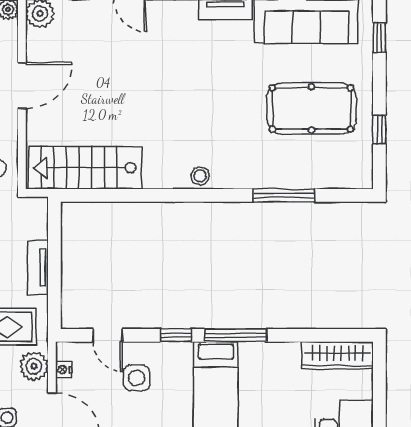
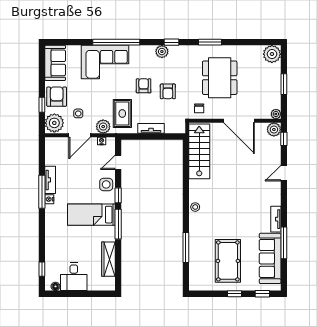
door: (22, 86) -> (239, 121), width x1.36
window: (379, 130) -> (234, 294), moved
wardrobe: (337, 355) -> (108, 259), moved
side table: (137, 378) -> (106, 184), moved

